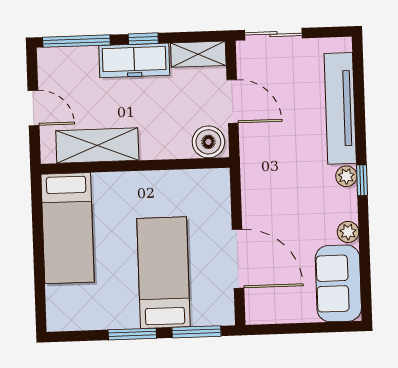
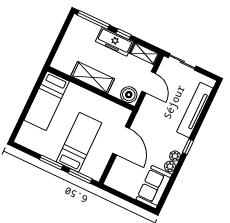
door: (33, 108) -> (59, 40), removed
shelving: (97, 145) -> (93, 77), moved
plant: (346, 176) -> (175, 156), moved
door: (238, 259) -> (121, 141), moved

